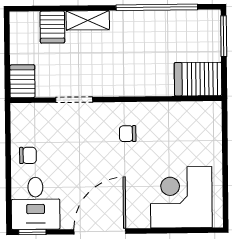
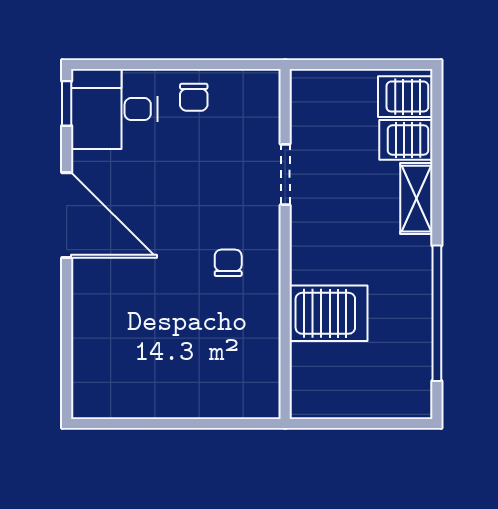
window: (224, 36) -> (388, 424), removed
server rack: (198, 79) -> (328, 313), moved, turned 90
server rack: (22, 81) -> (405, 97), moved, turned 180
corner desk: (181, 197) -> (122, 350), removed

